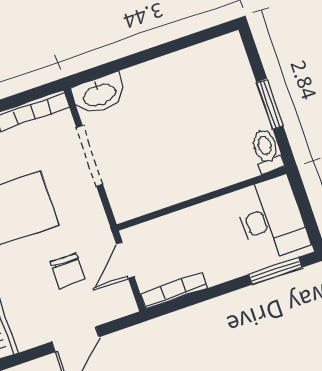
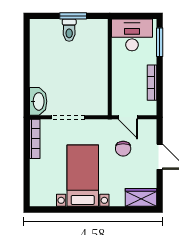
toilet: (267, 151) -> (69, 30), moved, turned -90
chair: (68, 271) -> (123, 149), turned 90
bookcase: (174, 291) -> (152, 83), moved

